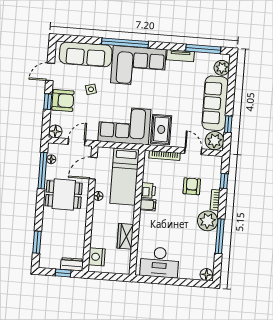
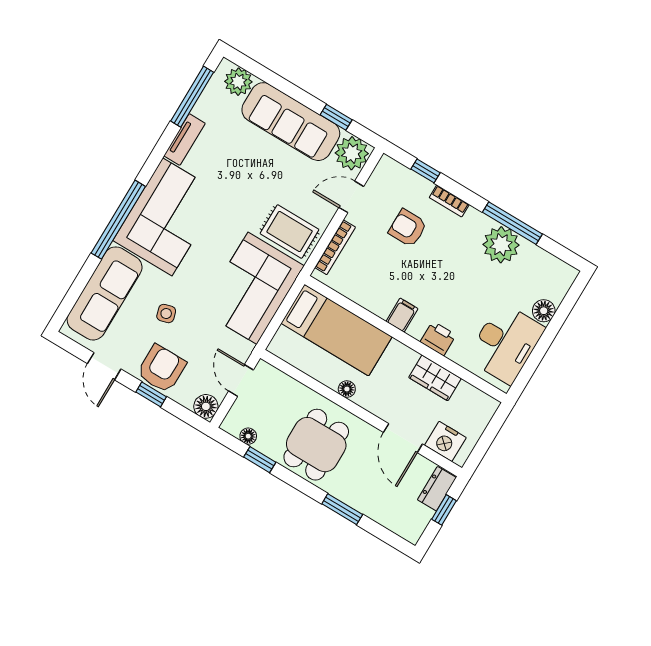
door: (93, 168) -> (403, 438), moved
window: (43, 171) -> (260, 460), width x0.46
printer: (148, 190) -> (438, 338), moved
plant: (208, 221) -> (501, 245), moved
window: (37, 242) -> (342, 509), moved
floor lamp: (206, 275) -> (544, 311), moved

